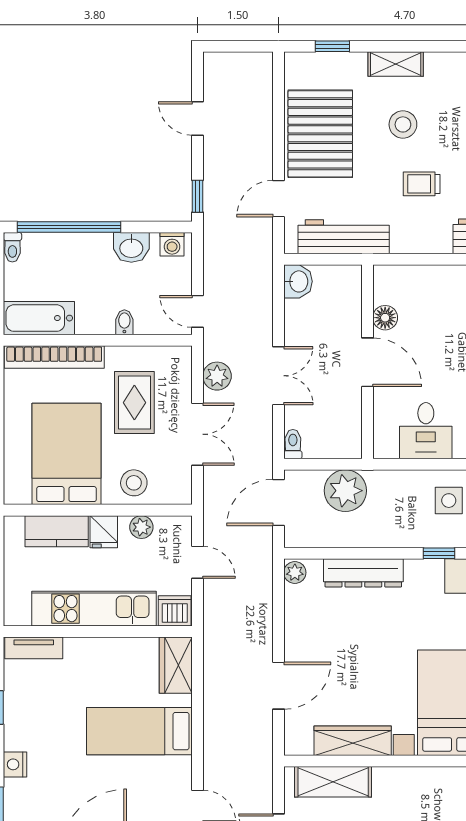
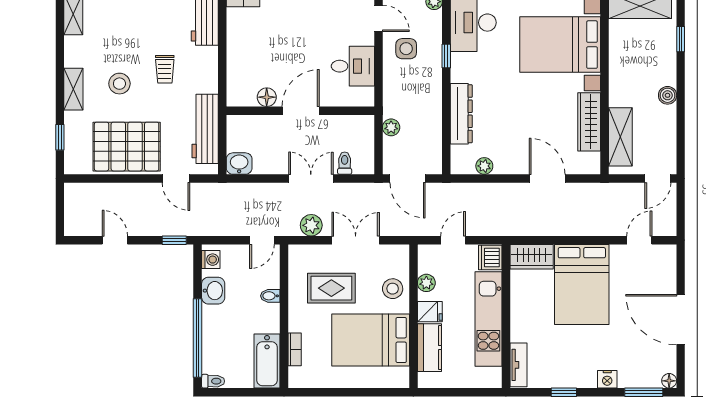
door: (197, 119) -> (115, 240), swing flipped
bookcase: (54, 357) -> (295, 349), width x0.43, depth x0.76
toilet: (293, 444) -> (345, 163), moved, turned 90
plant: (345, 491) -> (391, 127), width x0.53, depth x0.53
plant: (295, 573) -> (484, 166), moved
bed: (139, 731) -> (582, 284), width x1.50

